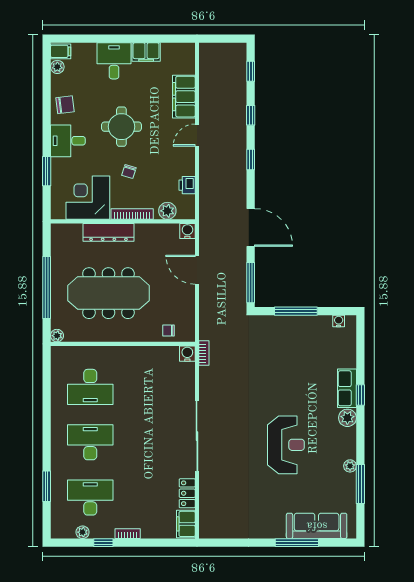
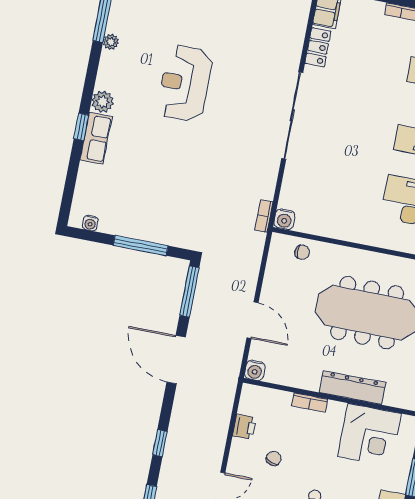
chair: (129, 172) -> (274, 458), moved
plant: (167, 211) -> (275, 400), removed
bookcase: (132, 214) -> (310, 403), width x0.64

